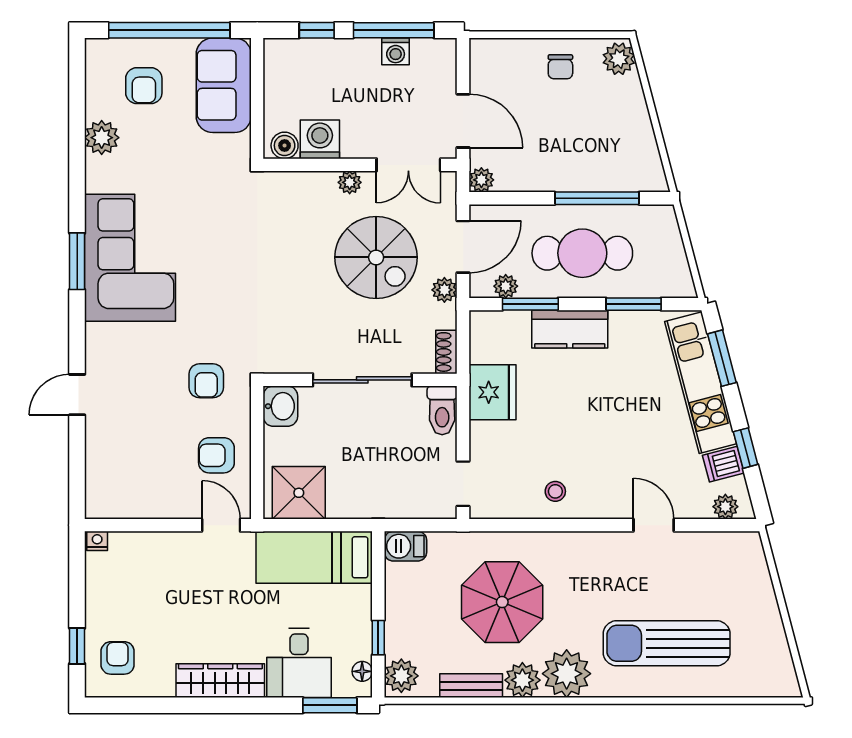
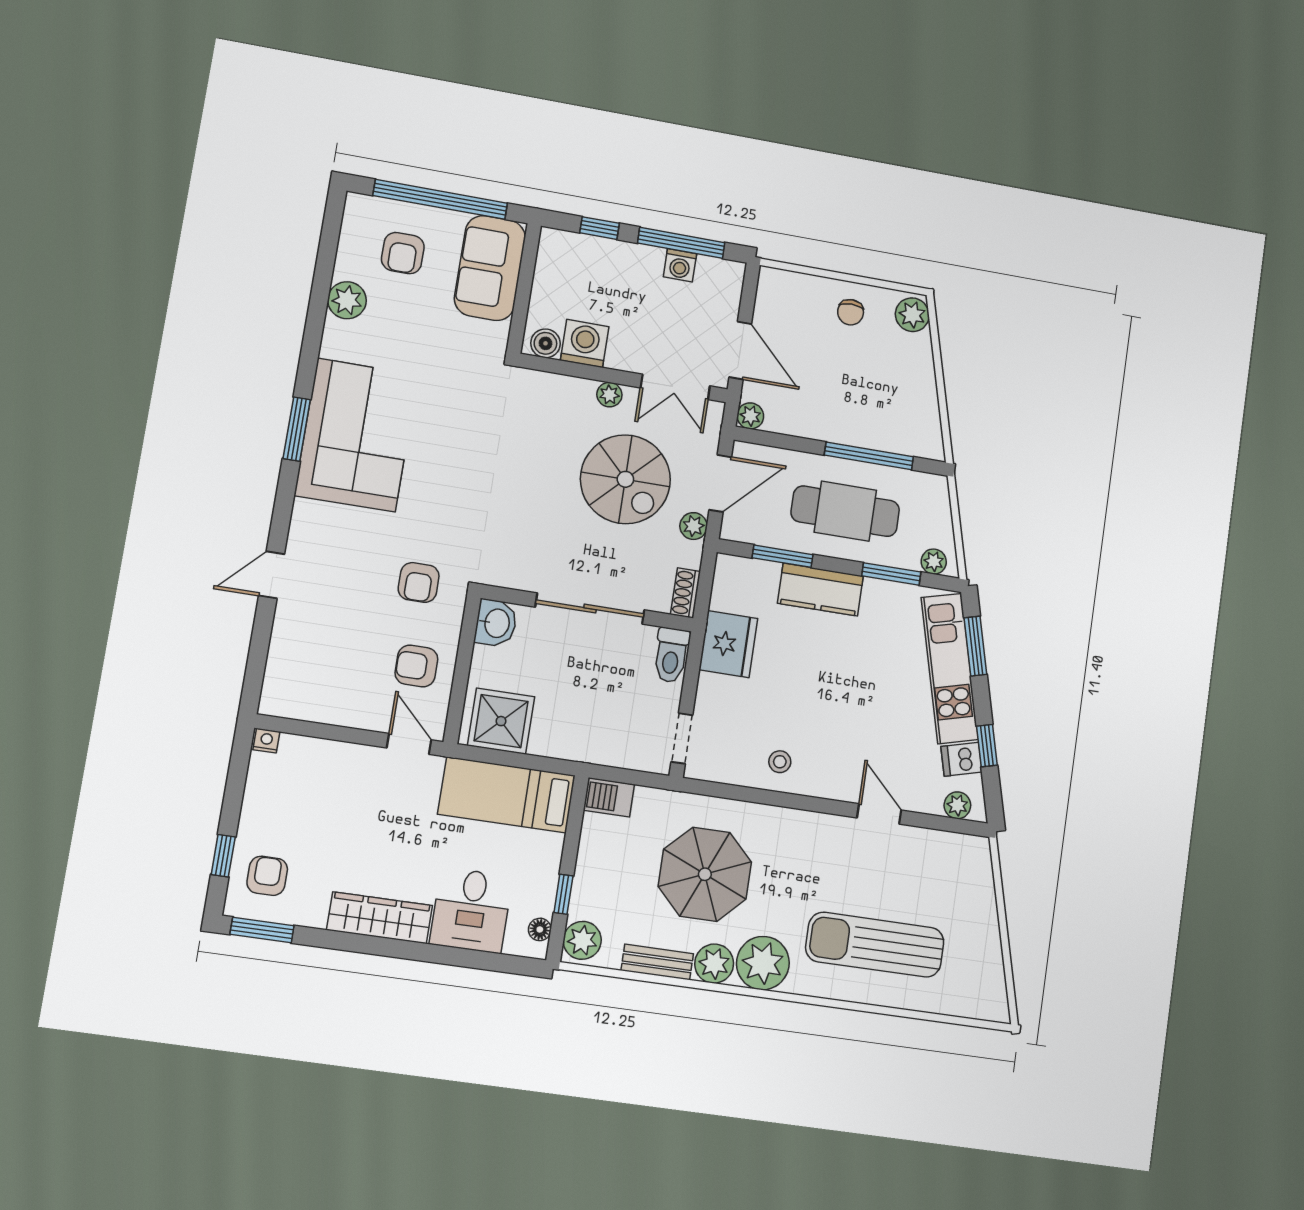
plant: (506, 286) -> (934, 562), moved
window: (330, 705) -> (262, 930), moved

